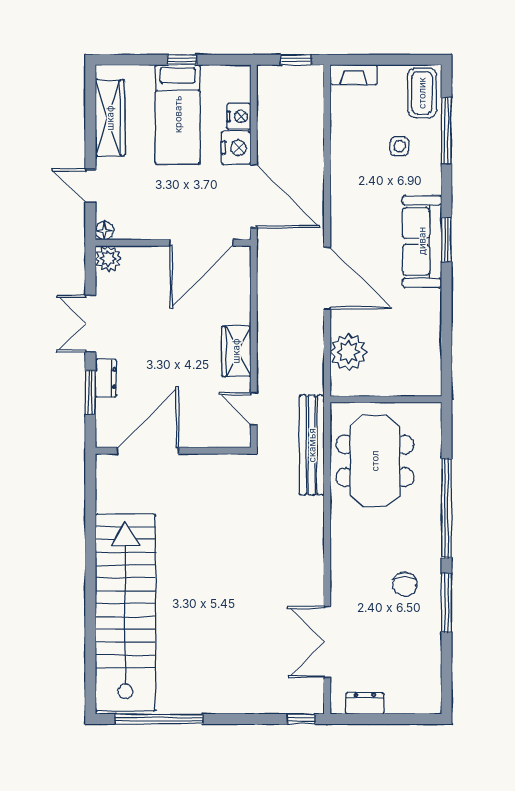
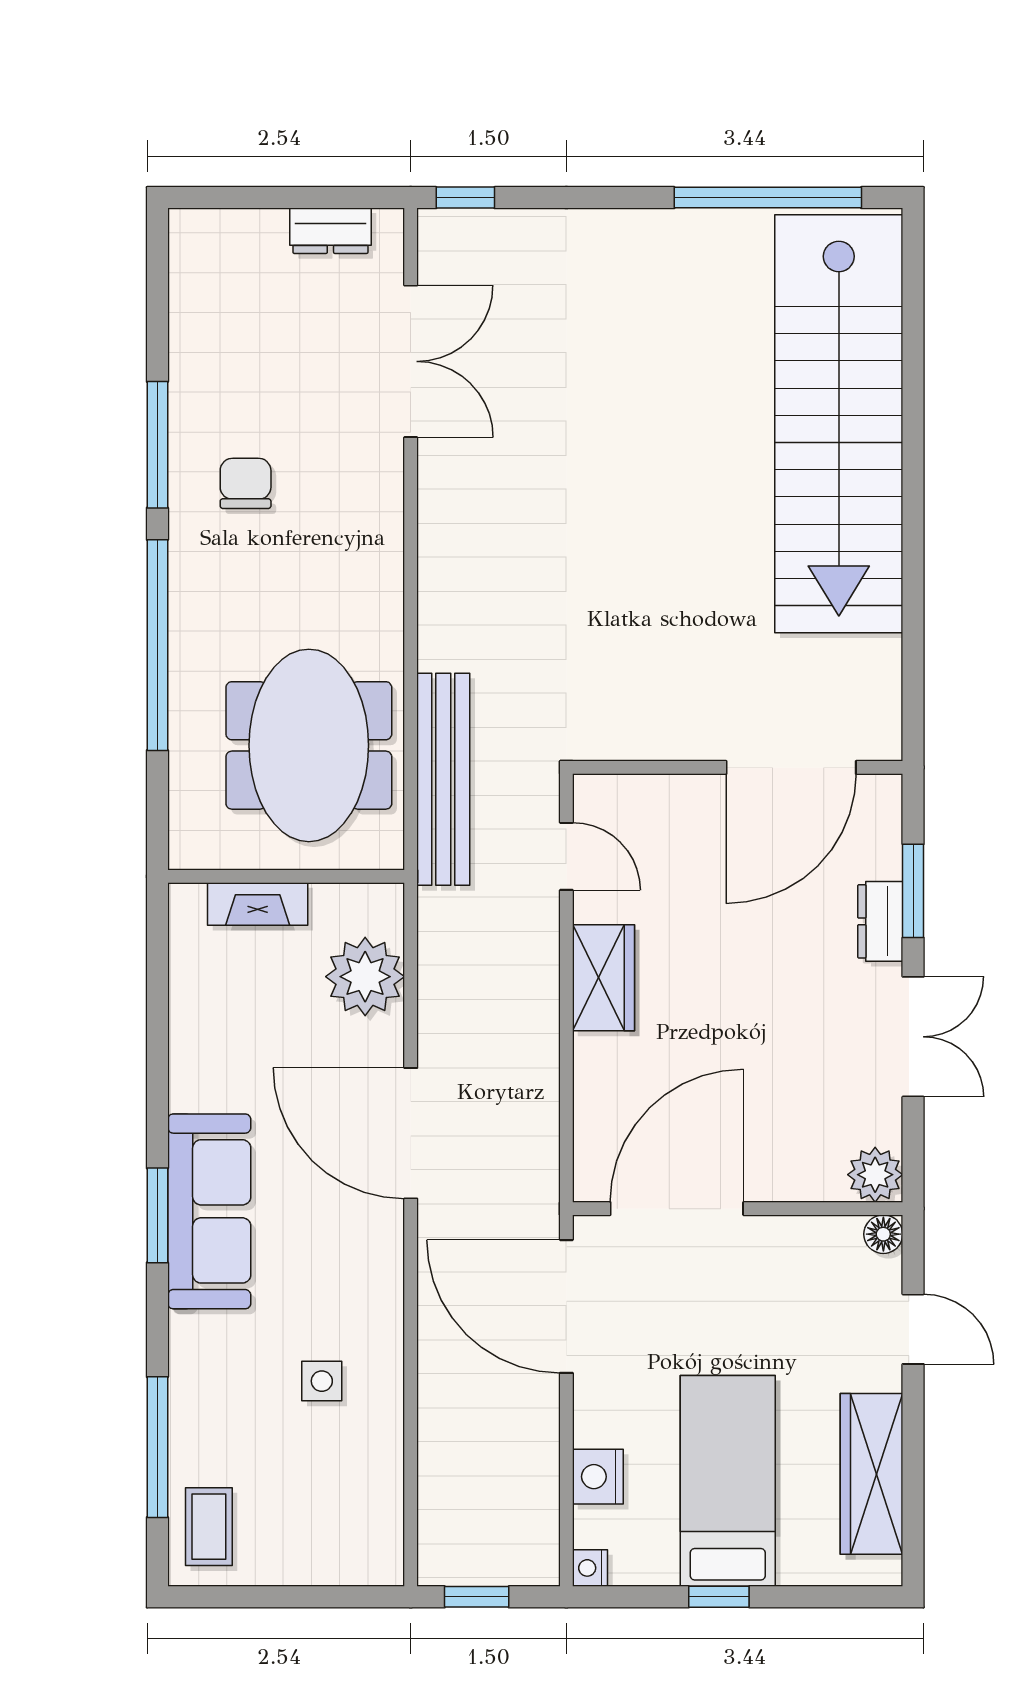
fireplace: (354, 75) -> (258, 904), moved, turned 180
coffee table: (422, 93) -> (209, 1527), width x0.73, depth x0.77
side table: (400, 146) -> (322, 1381), moved
nightstand: (236, 148) -> (590, 1568), moved, width x0.53, depth x0.56

